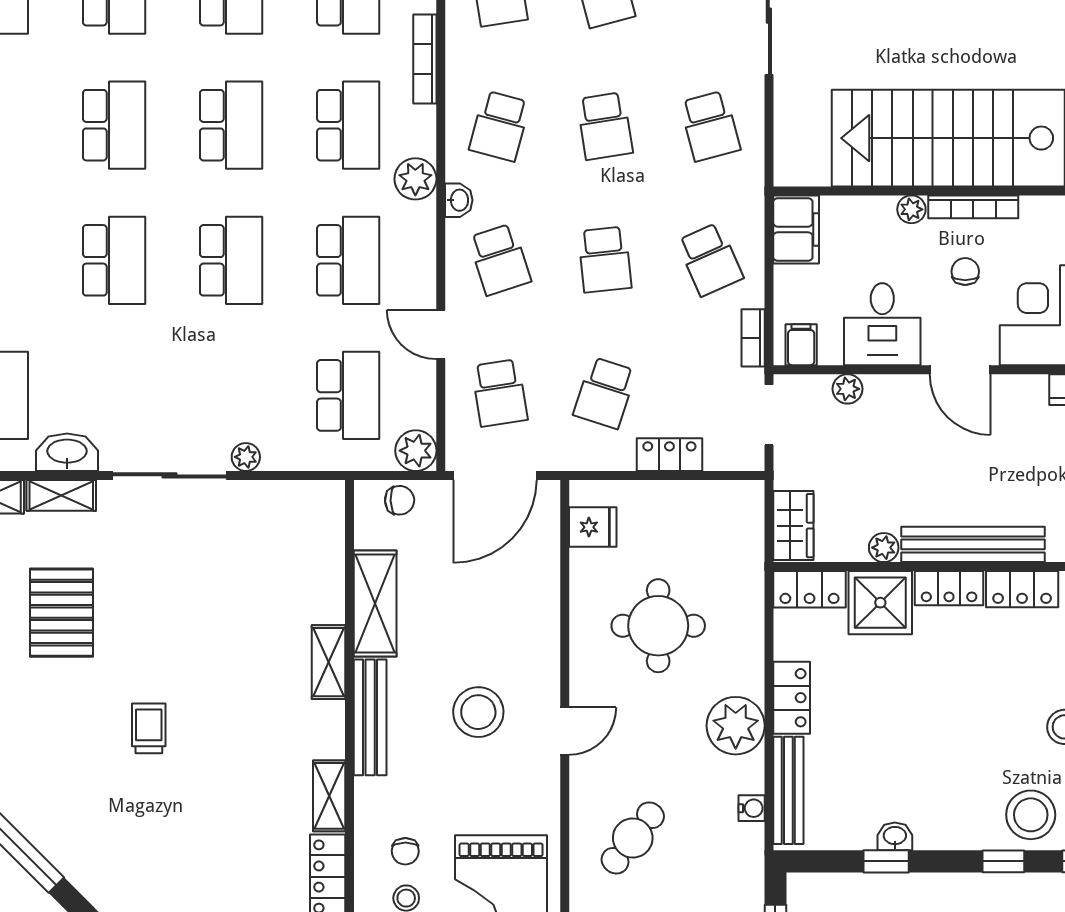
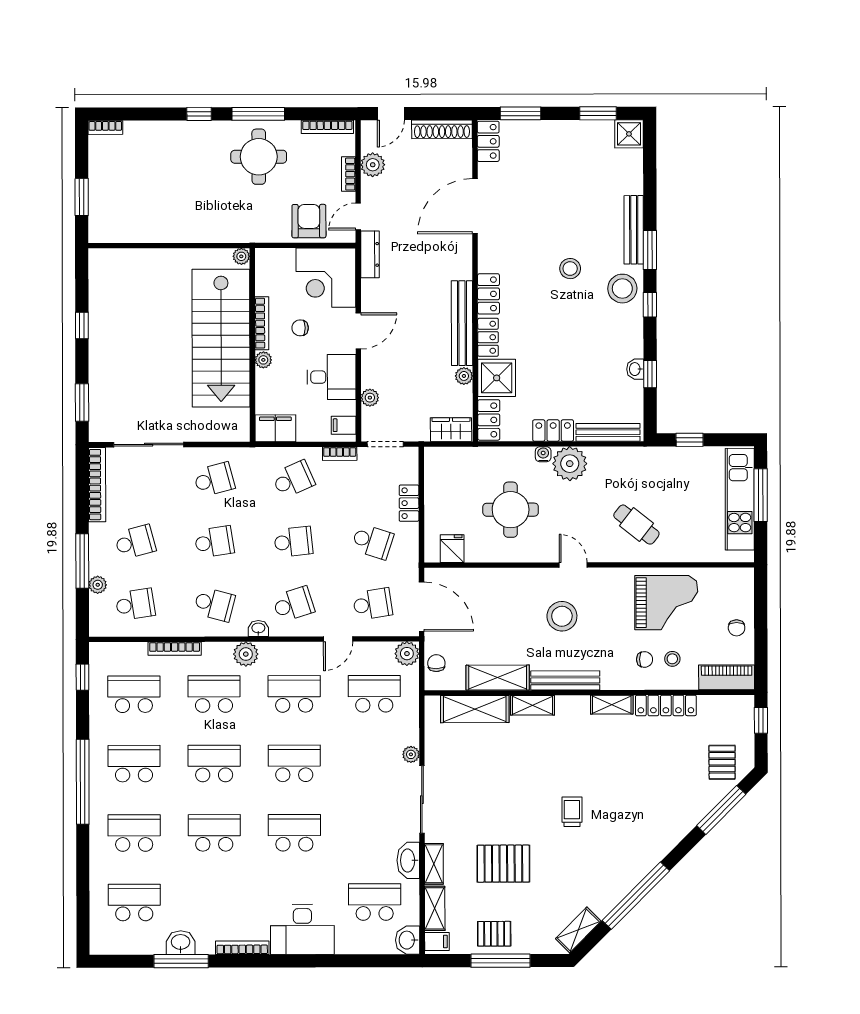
shelving: (322, 565) -> (475, 709), added
trolley: (149, 728) -> (572, 812), turned 90
water cooler: (752, 808) -> (543, 454), moved

